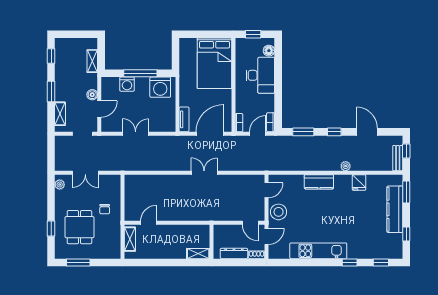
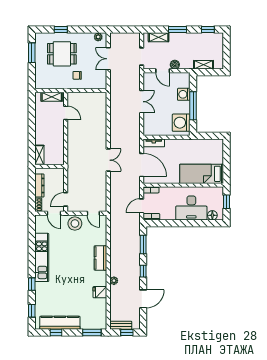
bed: (215, 63) -> (202, 174), width x0.67
door: (258, 134) -> (142, 206), swing flipped
kitchen counter: (395, 209) -> (60, 323), moved

